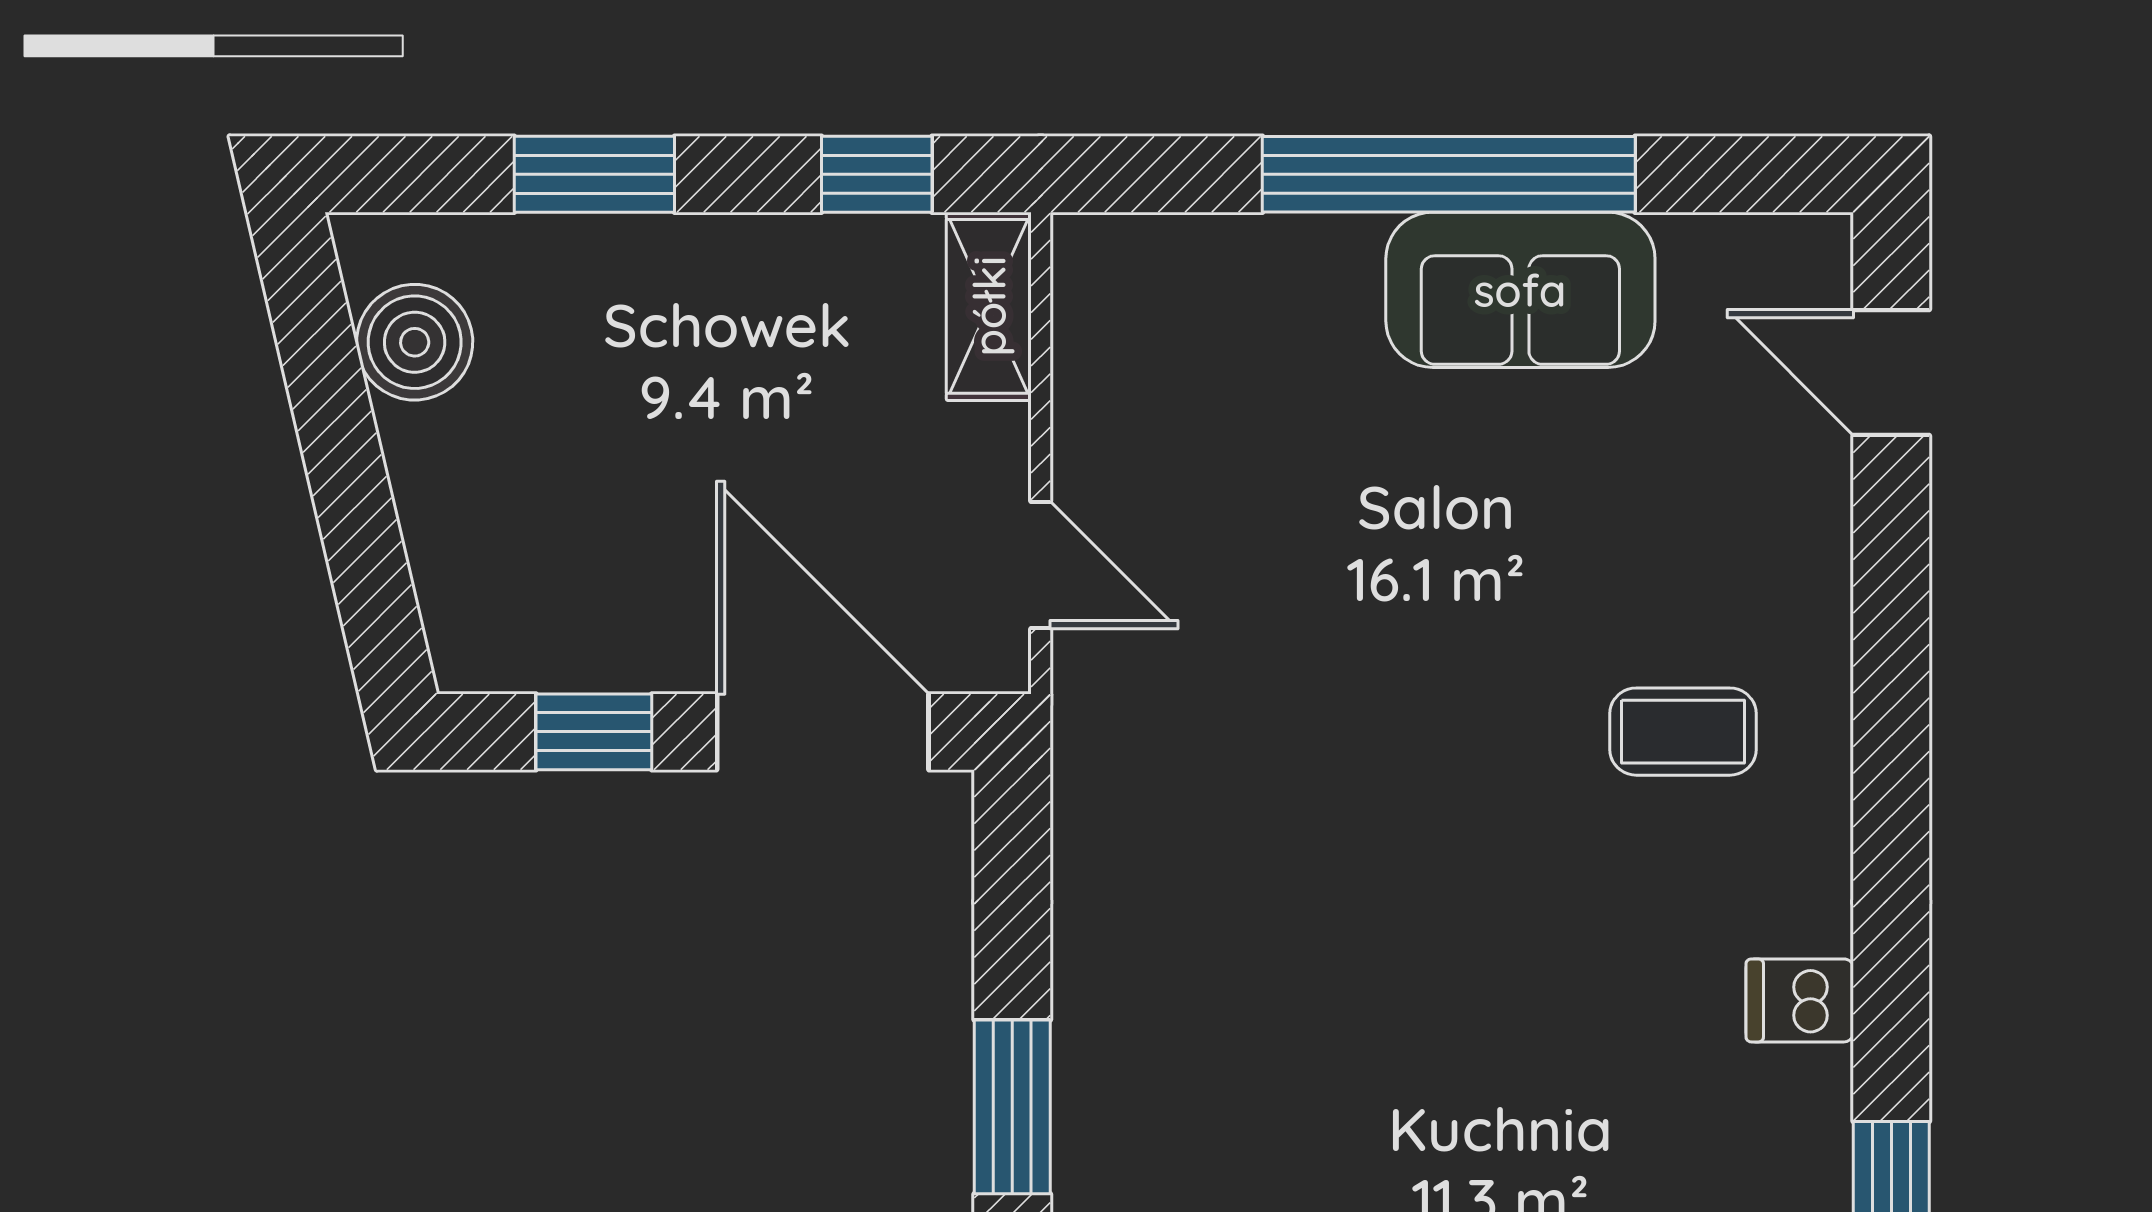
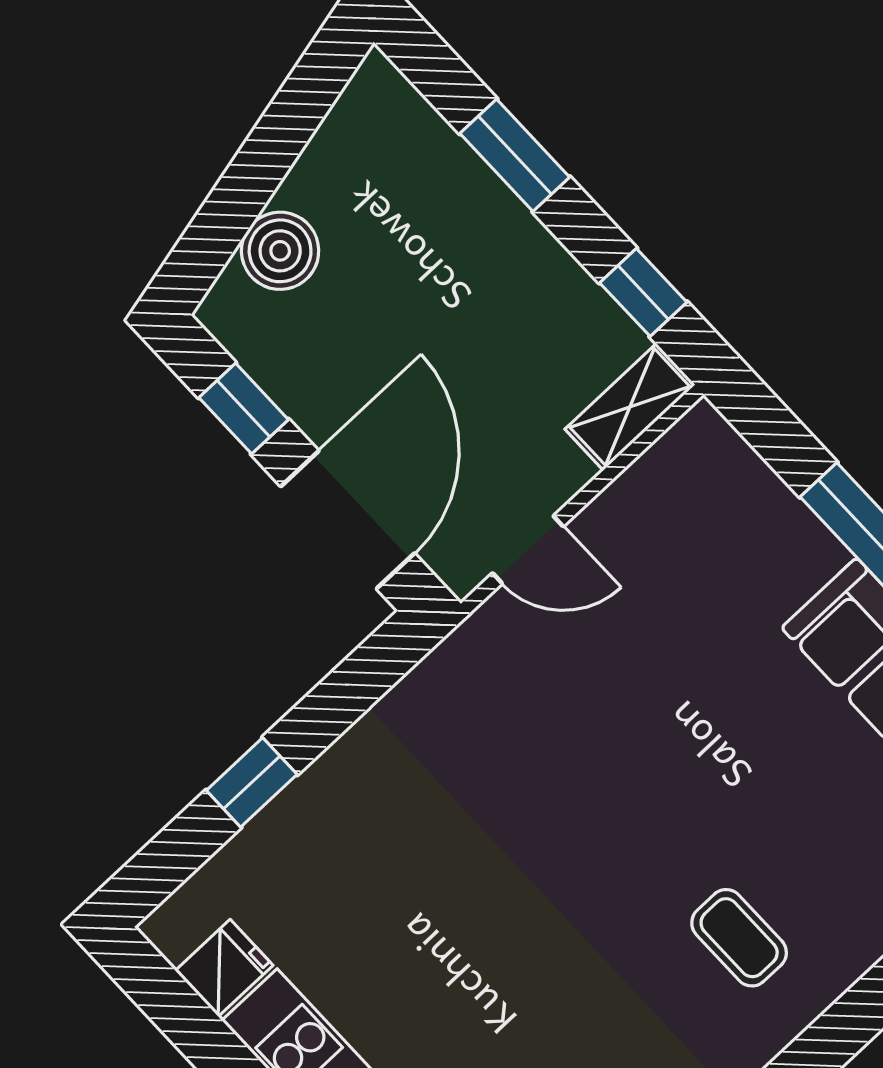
boiler: (415, 342) -> (280, 251), moved
door: (1041, 565) -> (528, 550), hinge flipped
window: (1012, 1107) -> (252, 782), width x0.67

